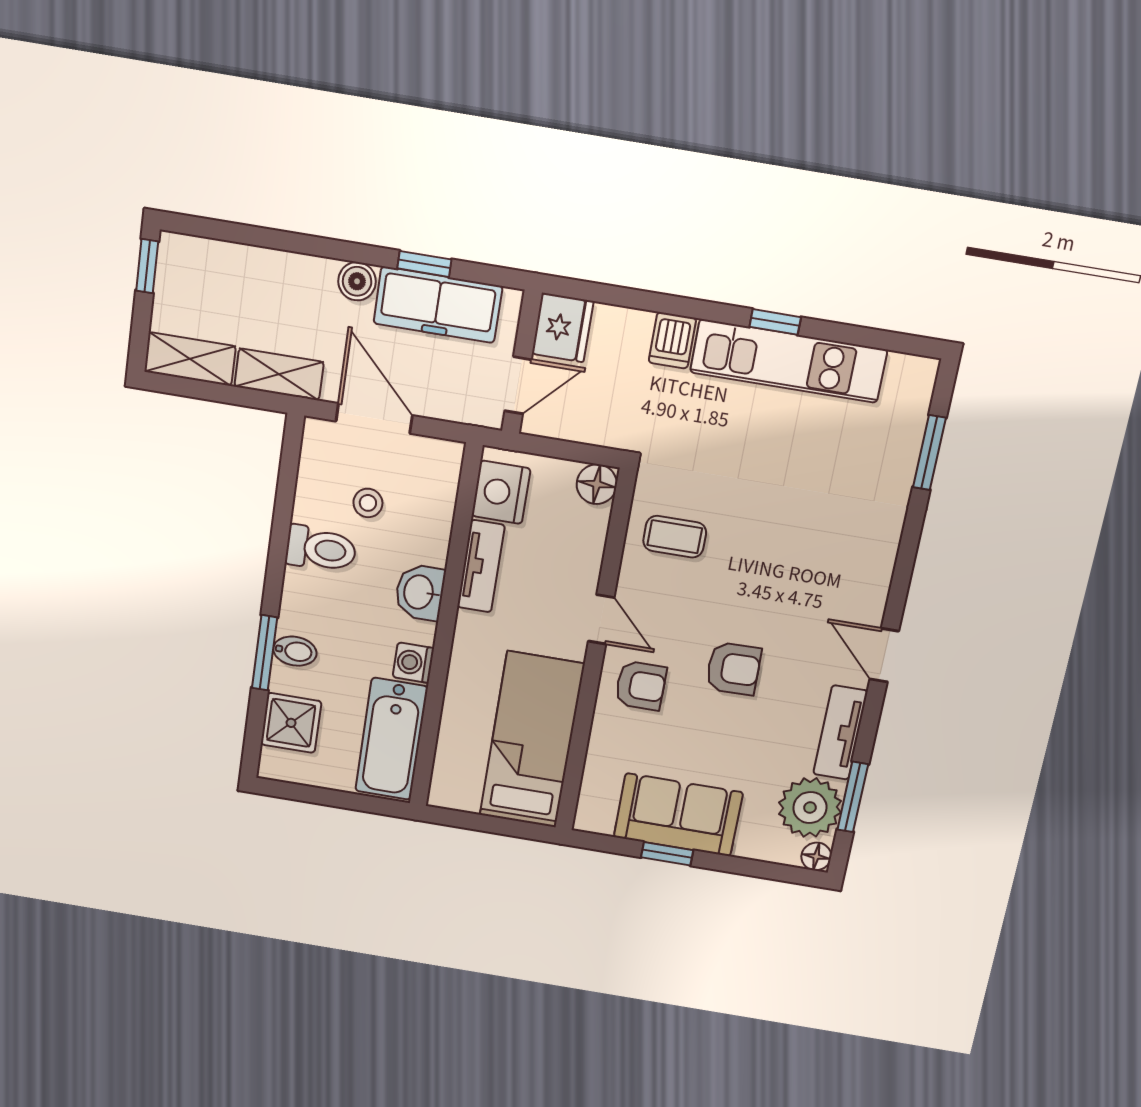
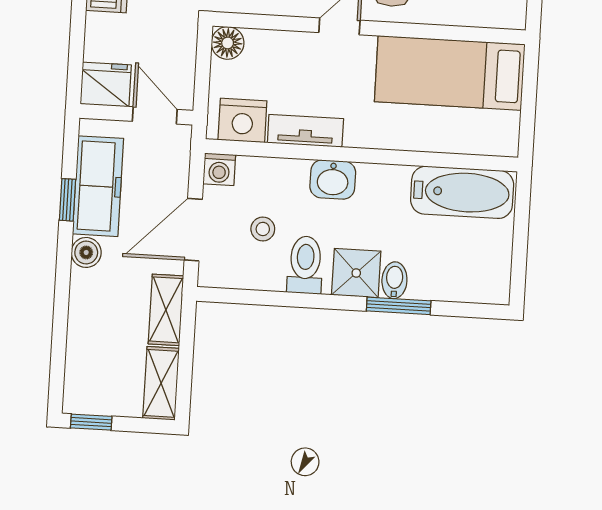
washing machine: (413, 663) -> (219, 169), moved
shower: (291, 723) -> (356, 273), moved

